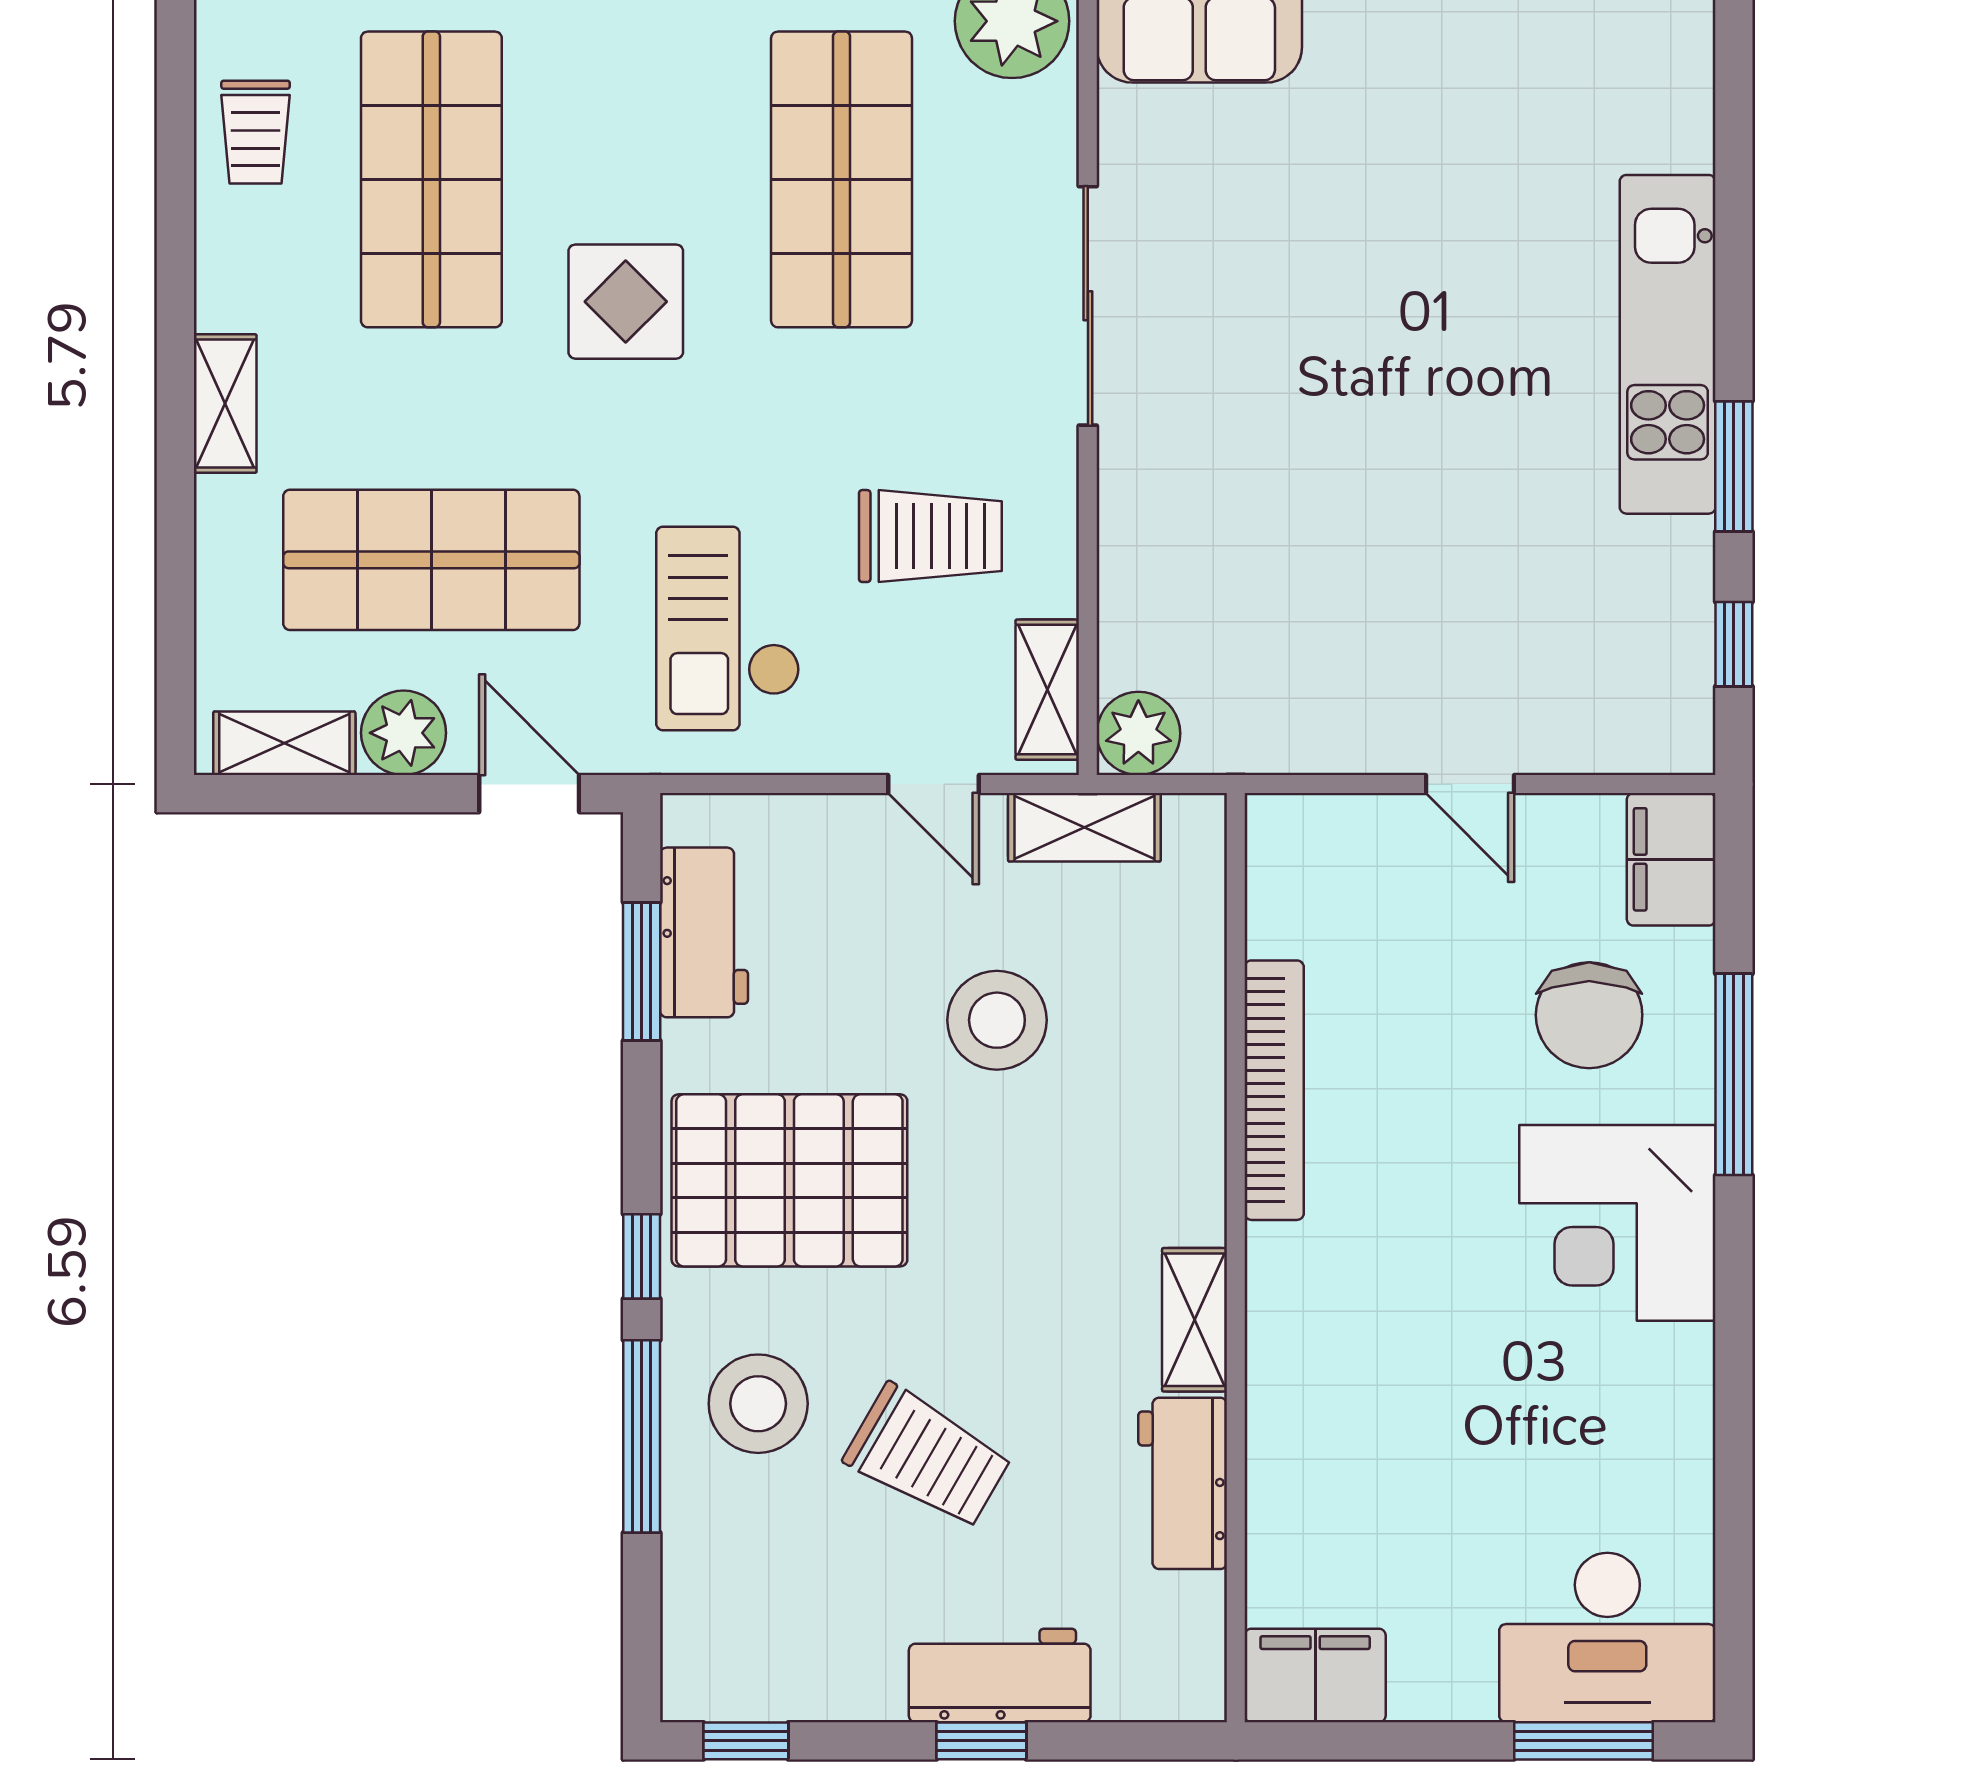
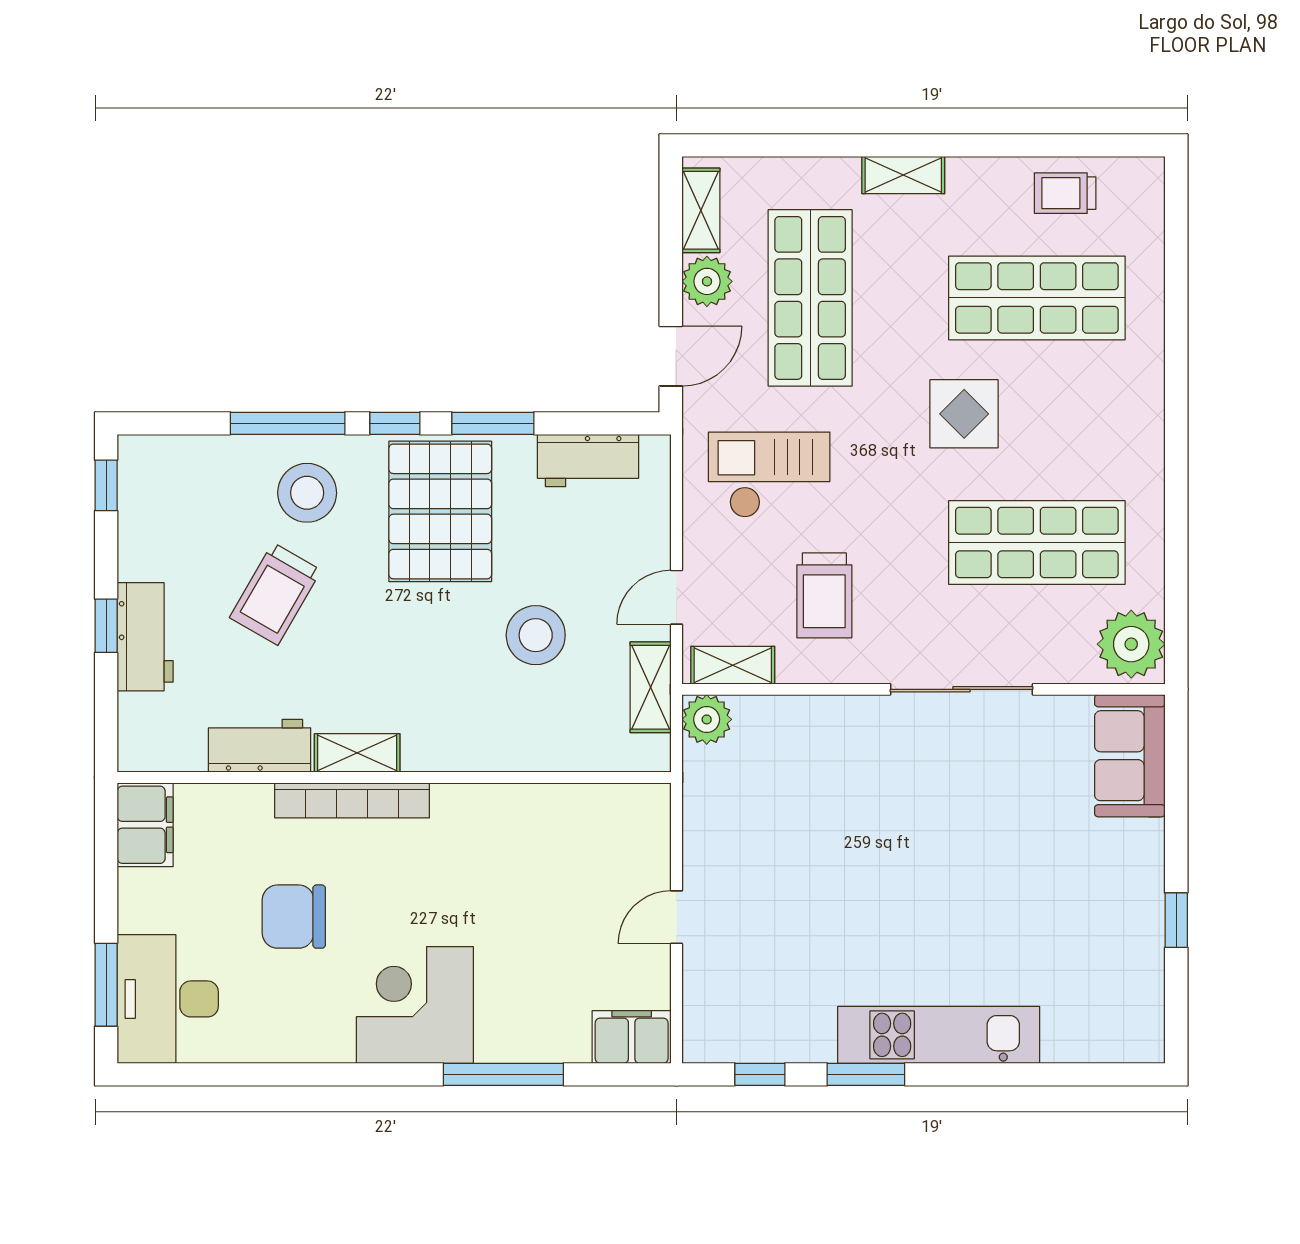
window: (642, 972) -> (493, 423), moved
chair: (1589, 1015) -> (294, 917), moved
bookcase: (1274, 1090) -> (352, 800), moved

